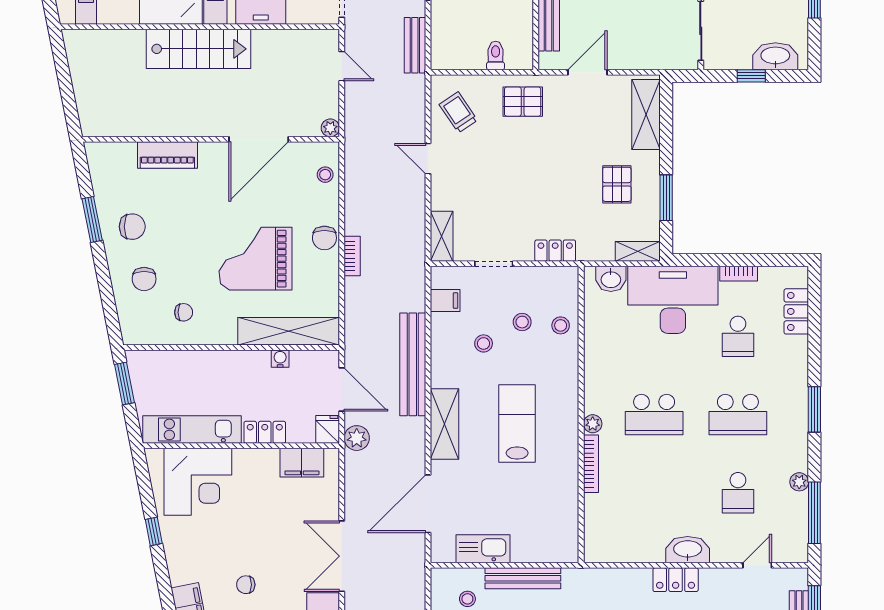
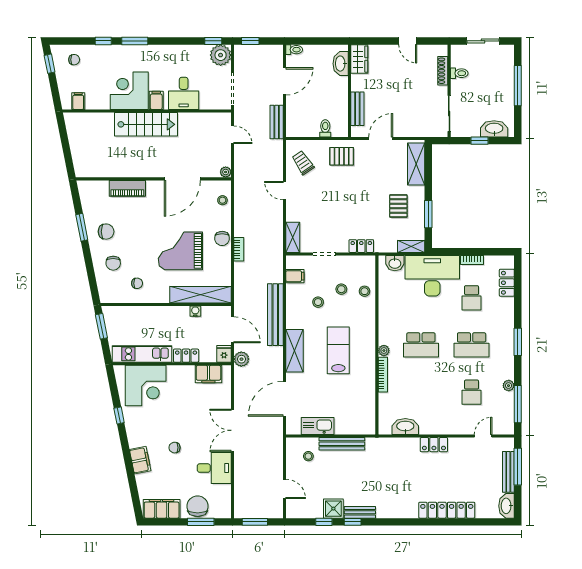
washbasin: (688, 550) -> (405, 426), moved

